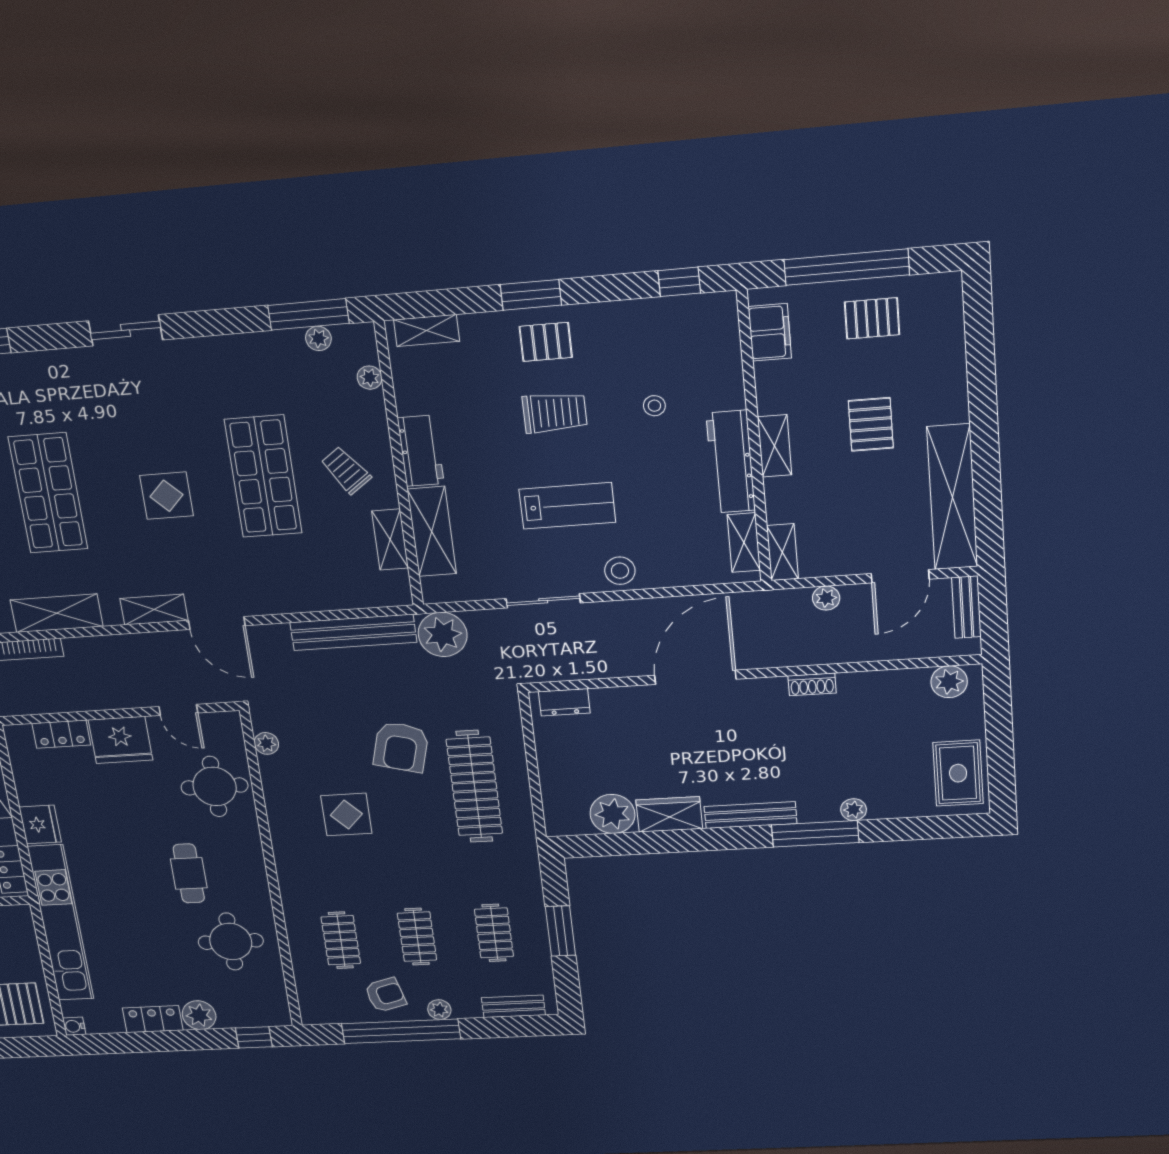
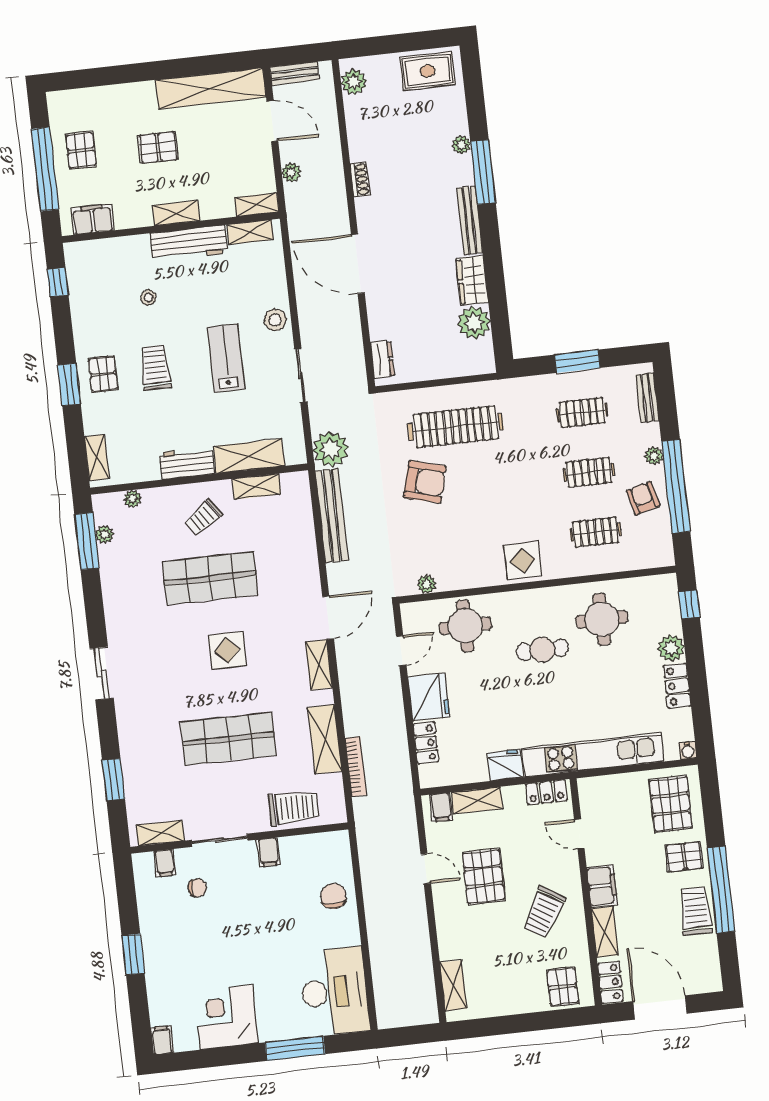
display table: (346, 815) -> (523, 561), moved

